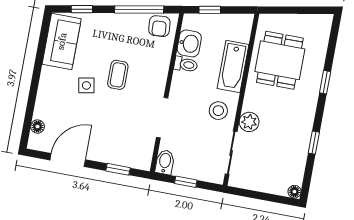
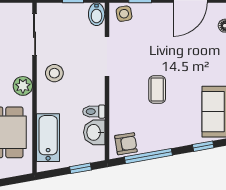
armchair: (159, 26) -> (126, 144), turned 85
bathtub: (233, 67) -> (48, 138), moved
side table: (86, 85) -> (124, 14), moved
plant: (249, 122) -> (23, 86), moved

